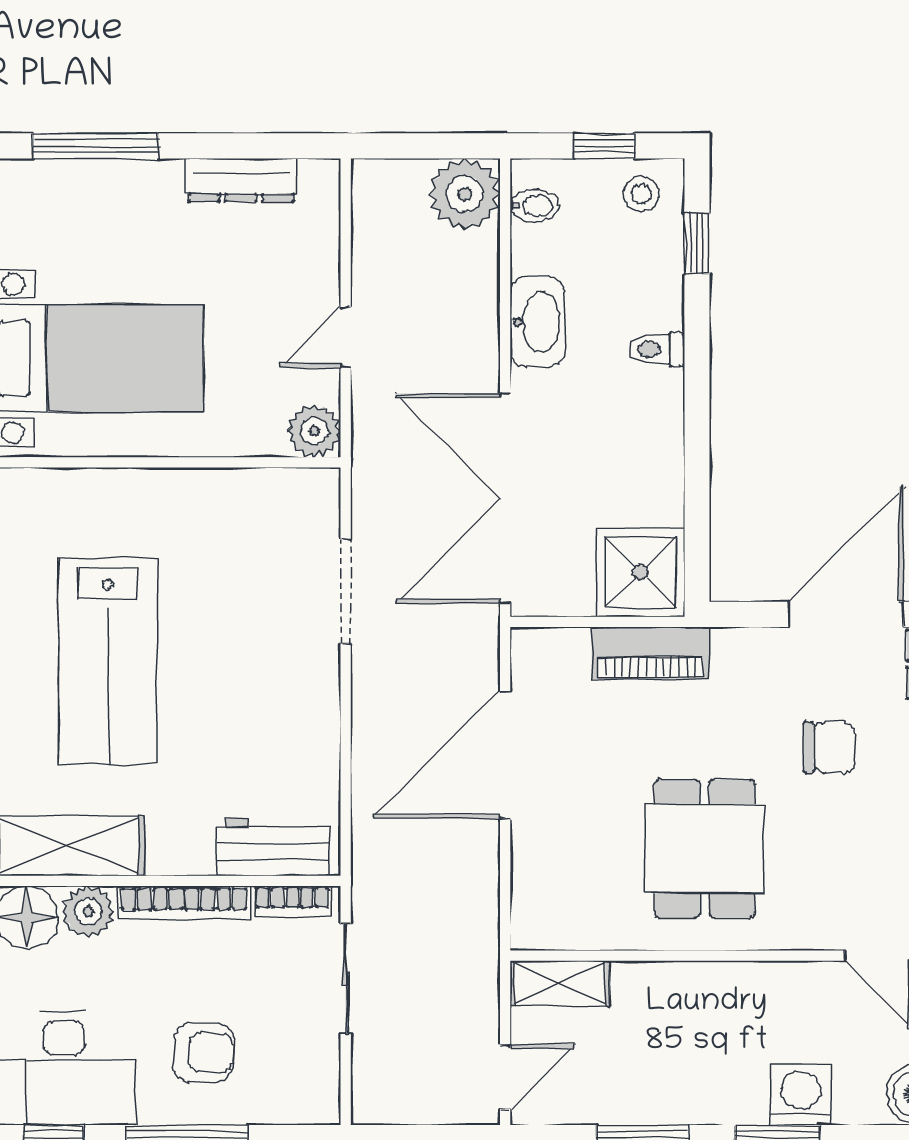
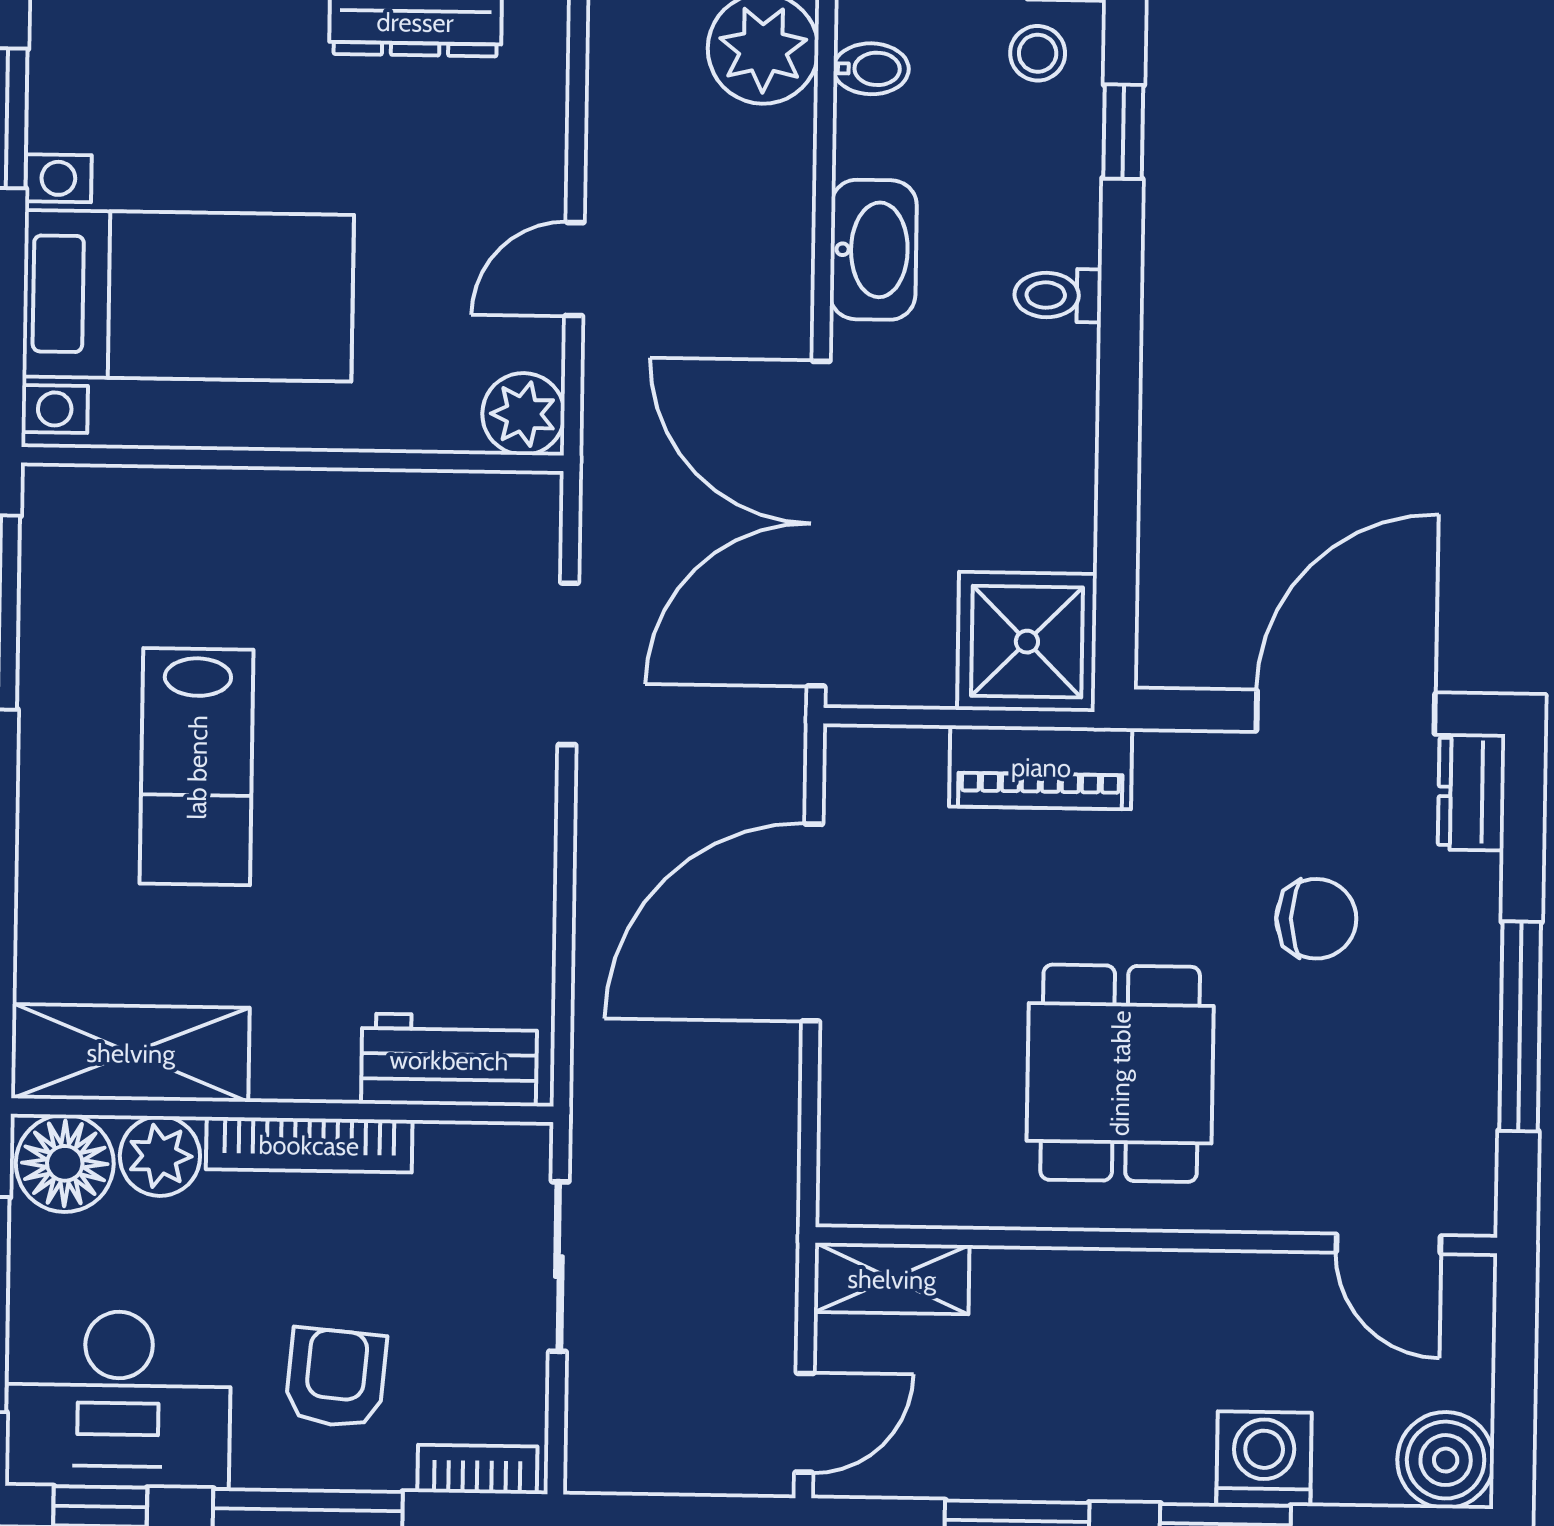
lab bench: (108, 661) -> (197, 767), width x0.73, depth x0.72
bookcase: (292, 901) -> (477, 1469), moved, turned 180
armchair: (204, 1052) -> (336, 1378), turned -87

